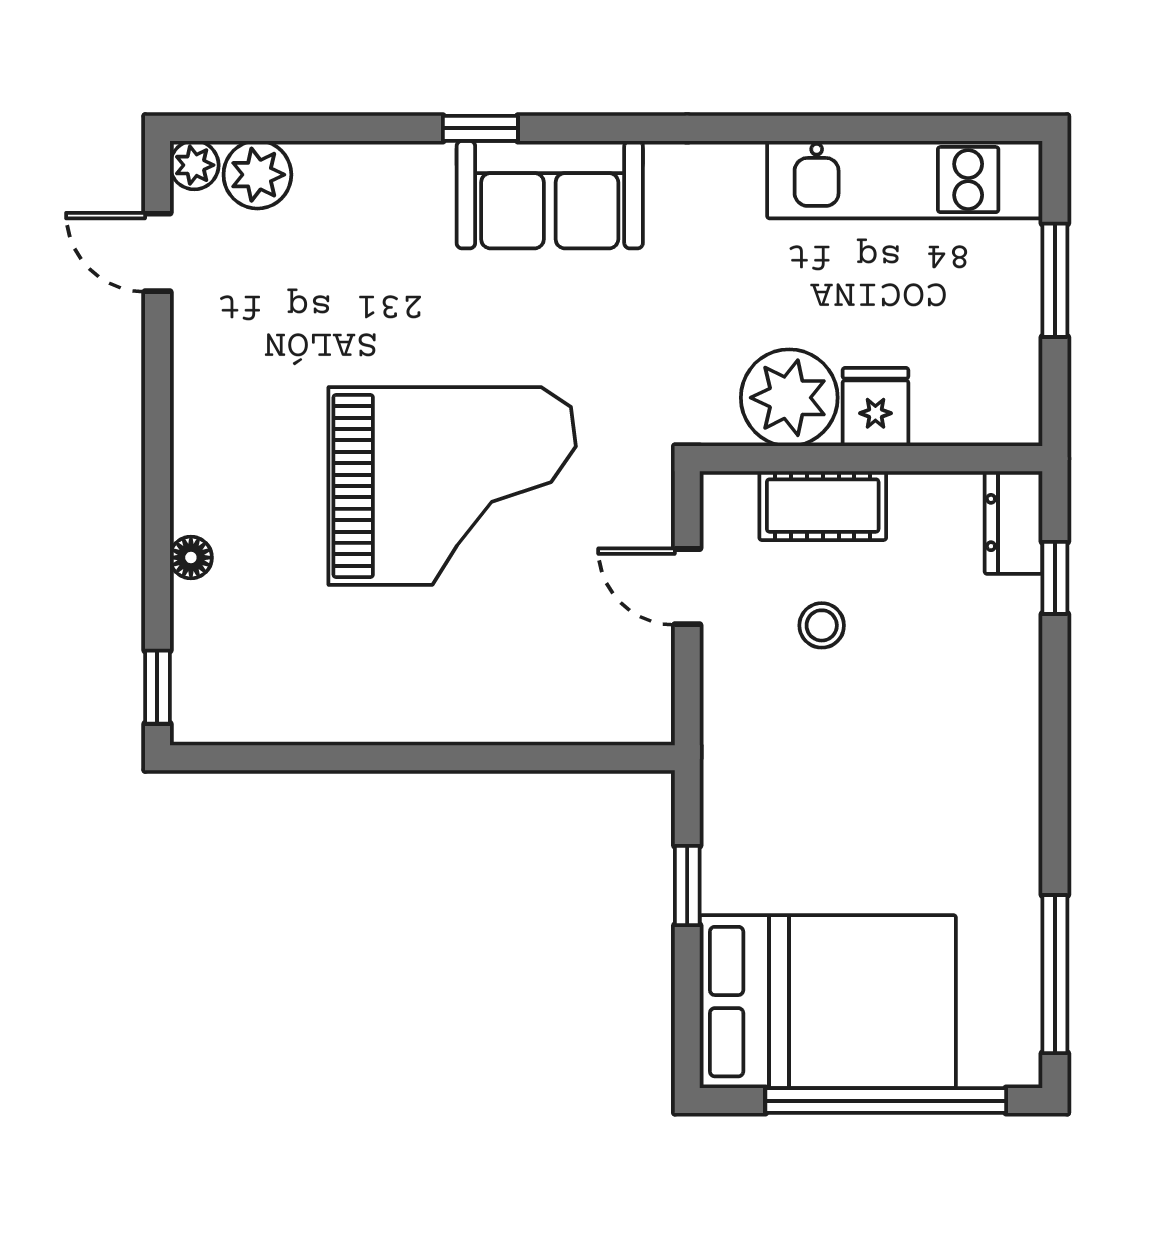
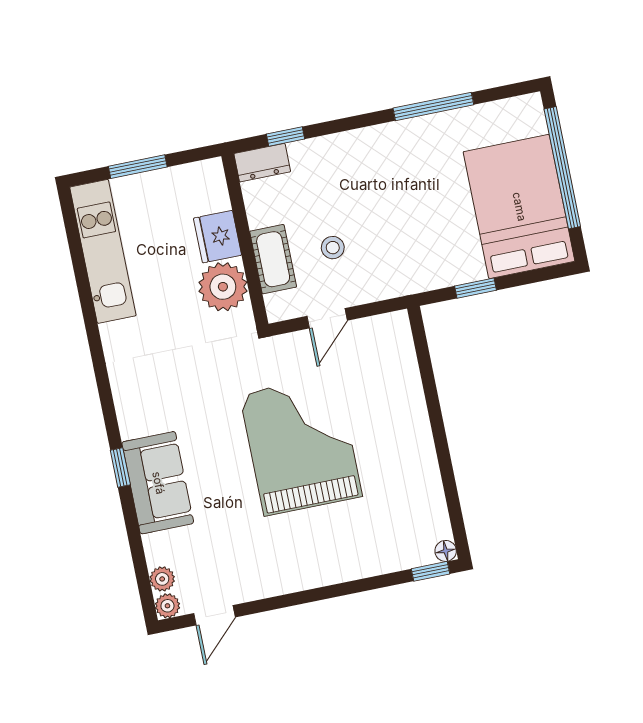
plant: (257, 175) -> (162, 579), width x0.73, depth x0.73
sofa: (550, 195) -> (158, 483), moved
fridge: (875, 407) -> (218, 237), width x1.38
floor lamp: (191, 558) -> (446, 551), moved
window: (1055, 974) -> (433, 106), moved

